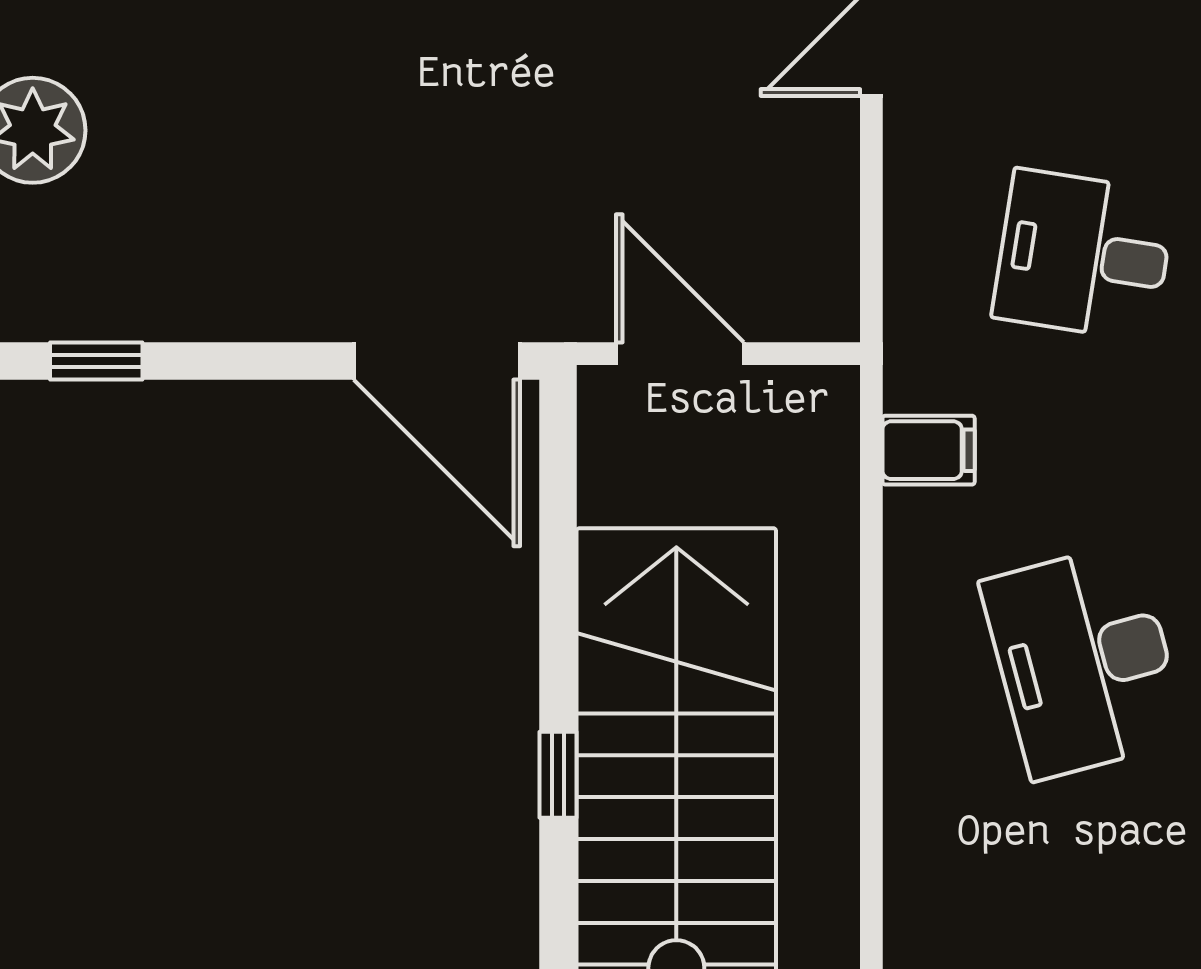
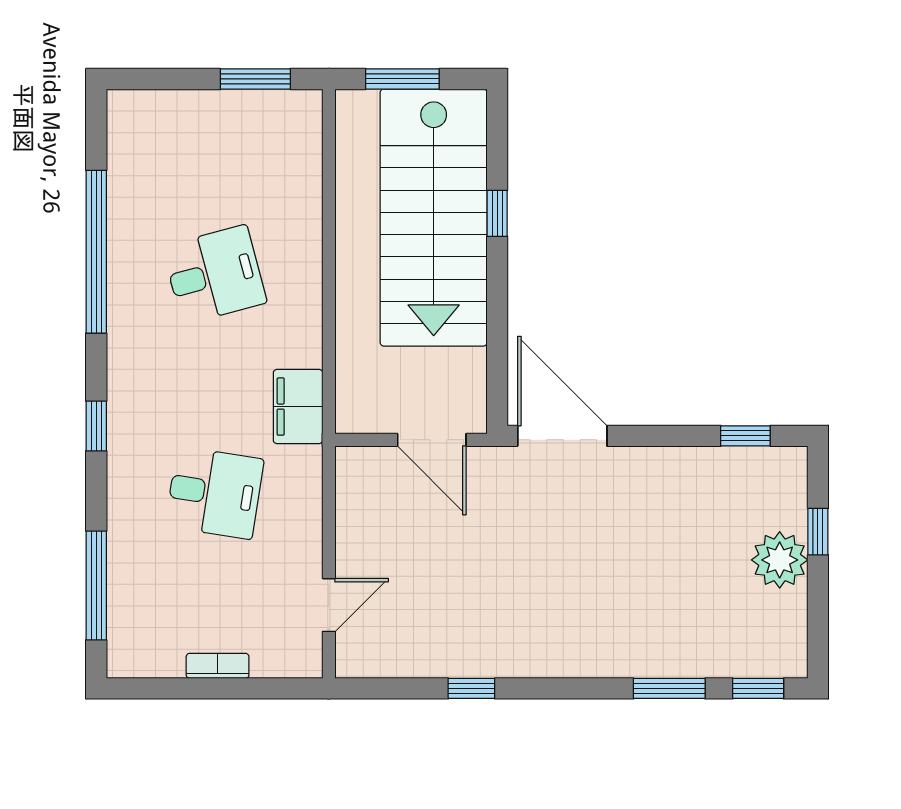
filing cabinet: (929, 450) -> (298, 407), width x2.00
desk: (1084, 661) -> (215, 275), width x0.73

